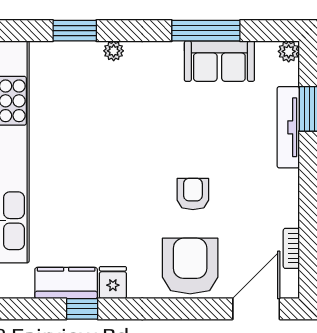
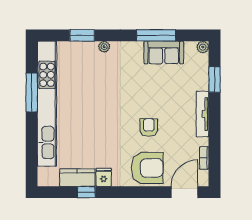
tv unit: (288, 127) -> (203, 114), moved
armchair: (190, 266) -> (147, 168), turned 90

